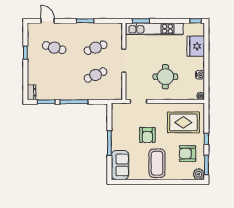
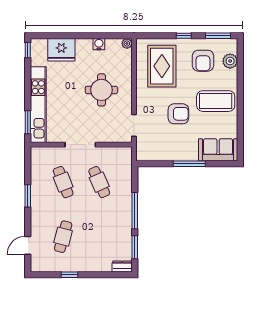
plant: (199, 174) -> (230, 61), moved

